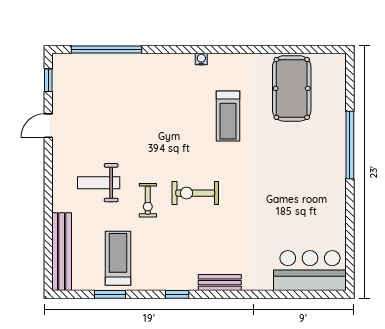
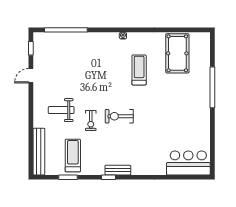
treadmill: (228, 116) -> (139, 70), turned 180
bench: (220, 283) -> (118, 170), moved

